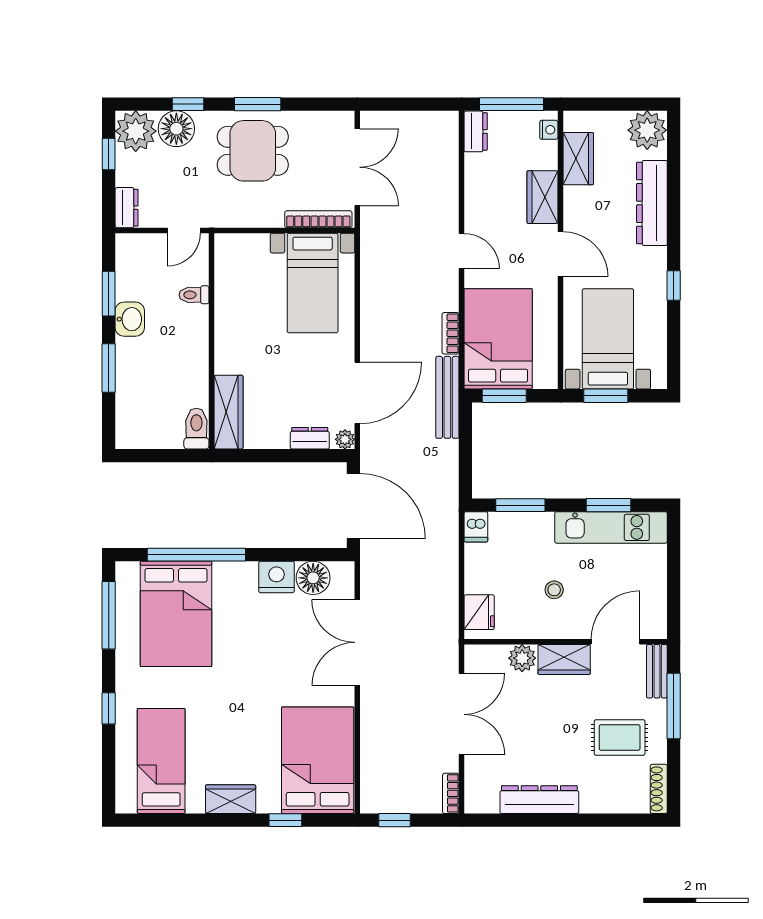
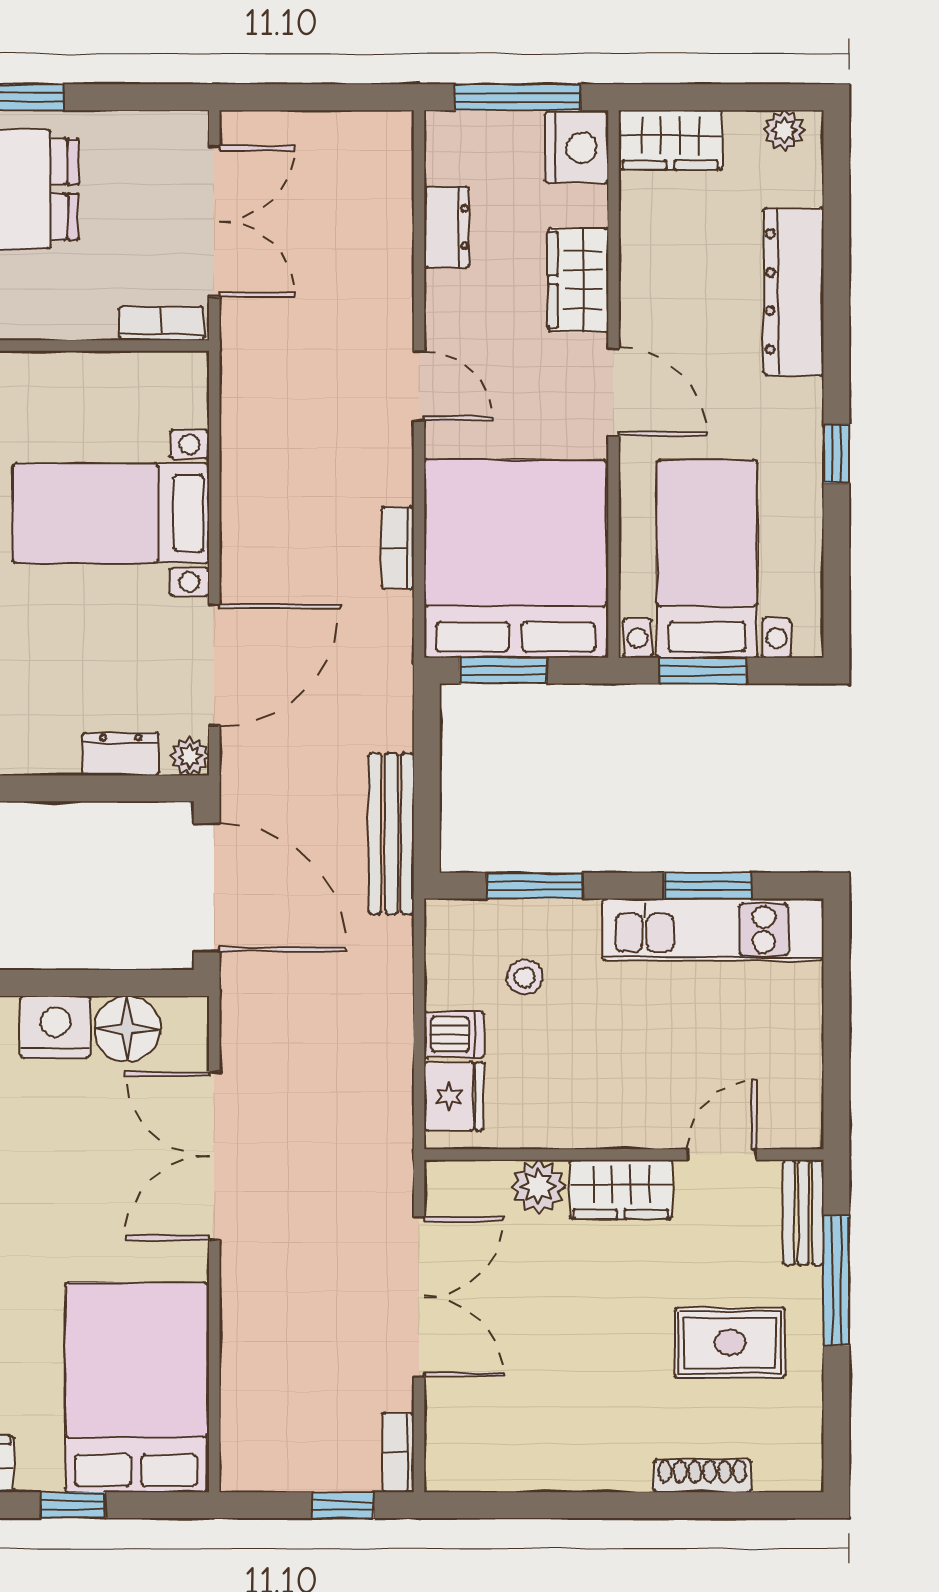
nightstand: (549, 130) -> (577, 148), width x1.89, depth x1.79
plant: (647, 130) -> (784, 131), width x0.53, depth x0.53
dresser: (476, 131) -> (447, 227), moved
wardrobe: (578, 159) -> (670, 140), moved, turned 90
bookcase: (318, 219) -> (161, 324), width x0.64
bed with nightstands: (313, 283) -> (111, 513), moved, turned 90
bed: (498, 339) -> (515, 559), width x1.36
bench: (447, 397) -> (391, 834), moved
dishwasher: (476, 527) -> (454, 1035), moved, turned -90
stool: (554, 590) -> (525, 977), moved
door: (615, 642) -> (722, 1154), width x0.73
shoe rack: (659, 789) -> (702, 1476), moved, turned 90
dresser: (539, 800) -> (572, 1465), removed
window: (395, 820) -> (343, 1505), moved

